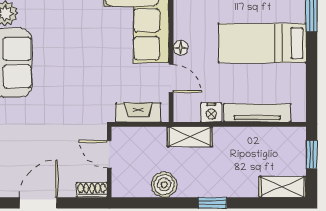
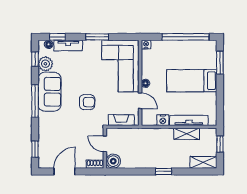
armchair: (78, 81) -> (87, 102), added
shelving: (190, 137) -> (187, 134), moved
boiler: (164, 185) -> (113, 161), moved

